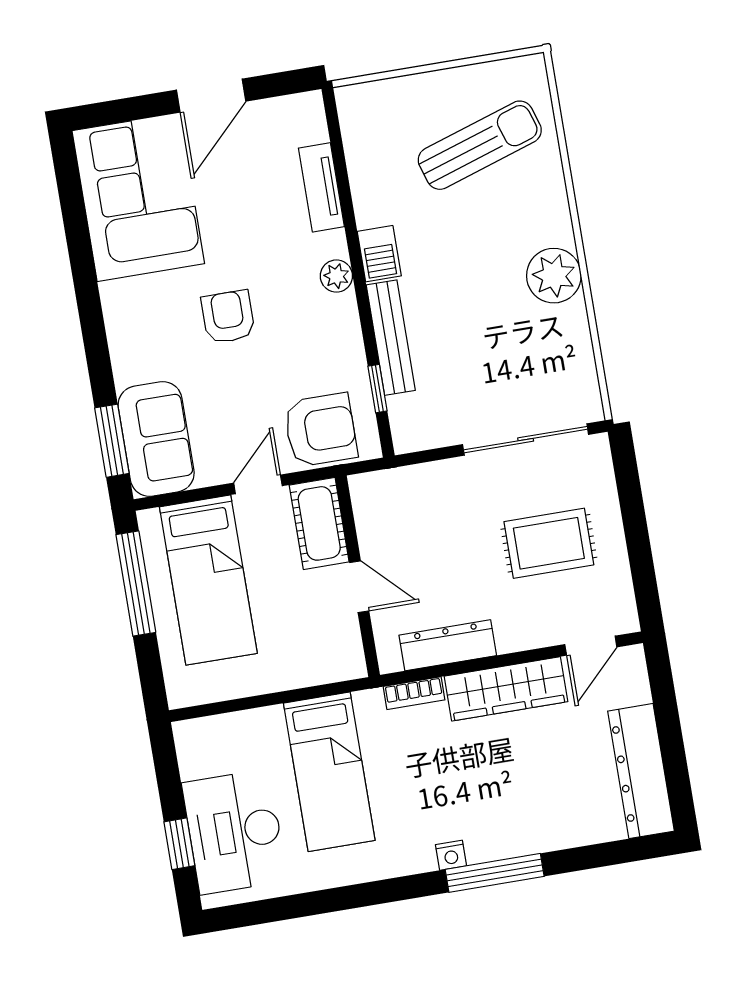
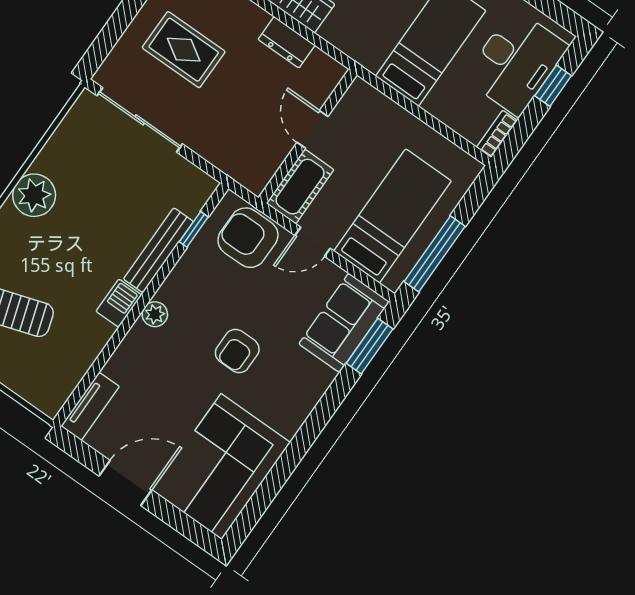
tv unit: (321, 187) -> (90, 406), moved
dresser: (448, 645) -> (287, 42), width x0.70
bookcase: (414, 693) -> (497, 134), moved, turned -90

